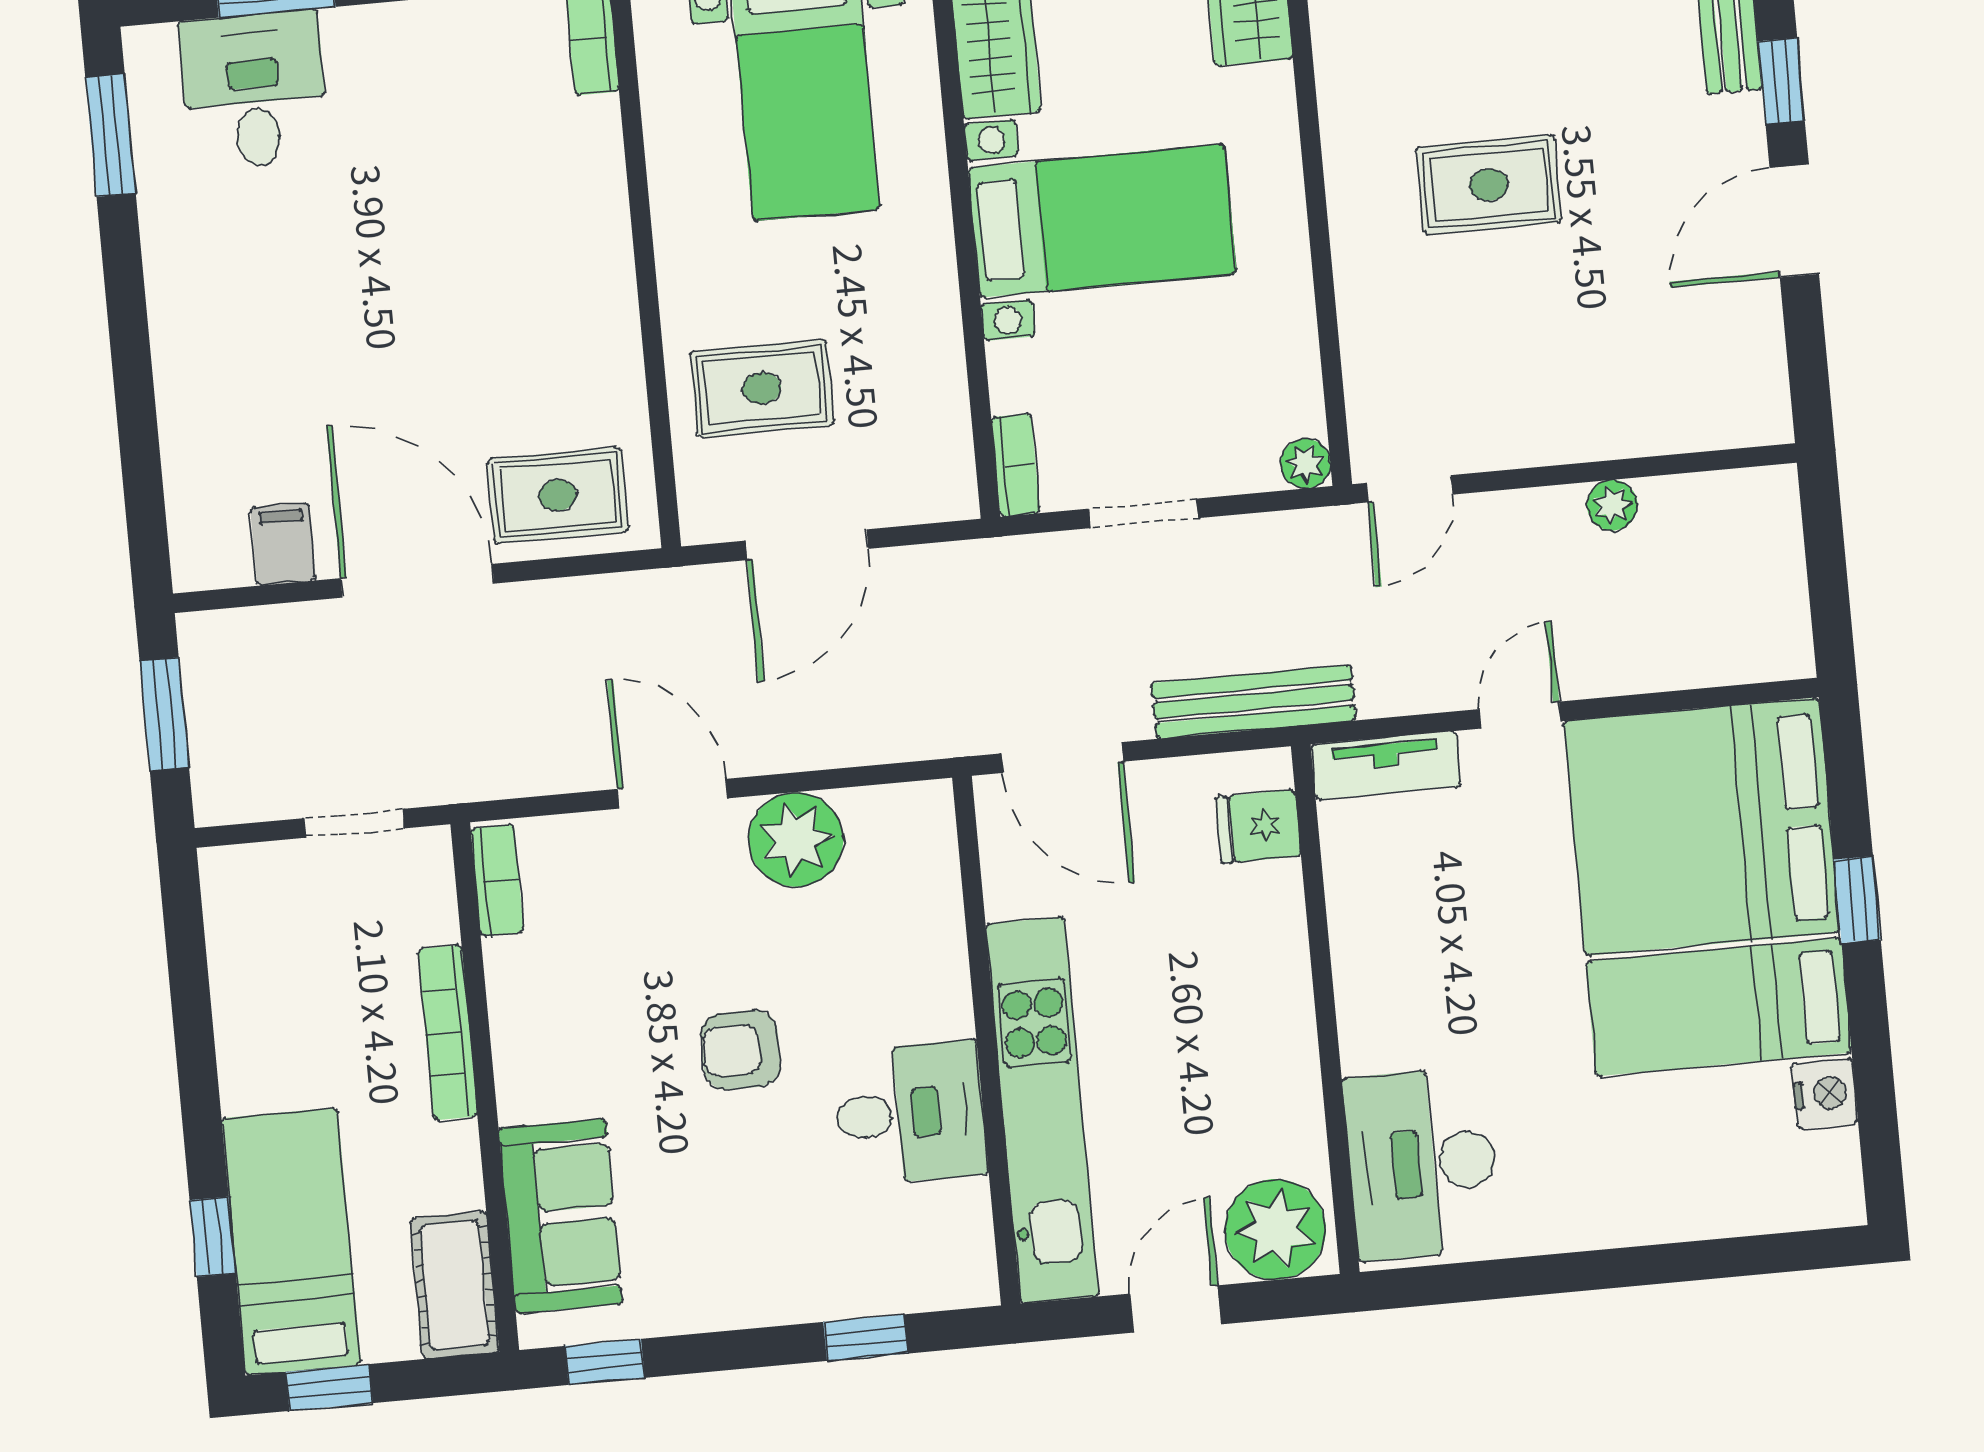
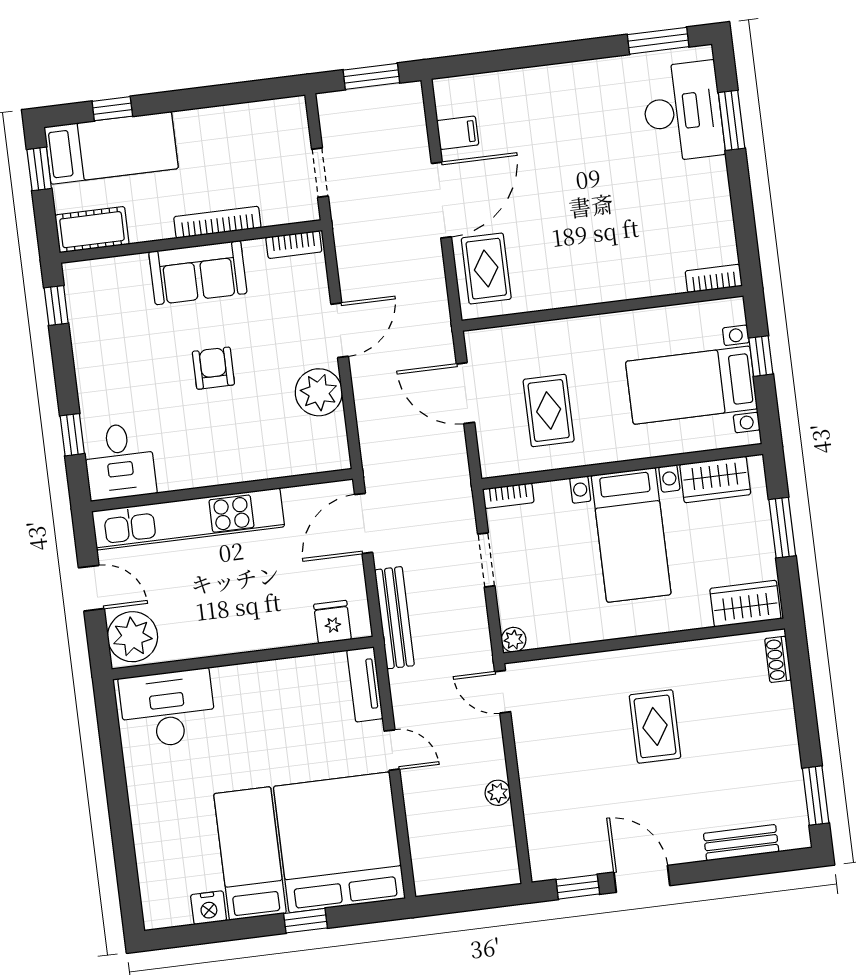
window: (1781, 81) -> (578, 887), moved
desk: (254, 90) -> (683, 111), width x1.37
rug: (762, 388) -> (549, 410), moved
desk: (910, 1113) -> (119, 461), moved
sofa: (561, 1216) -> (198, 273), moved

